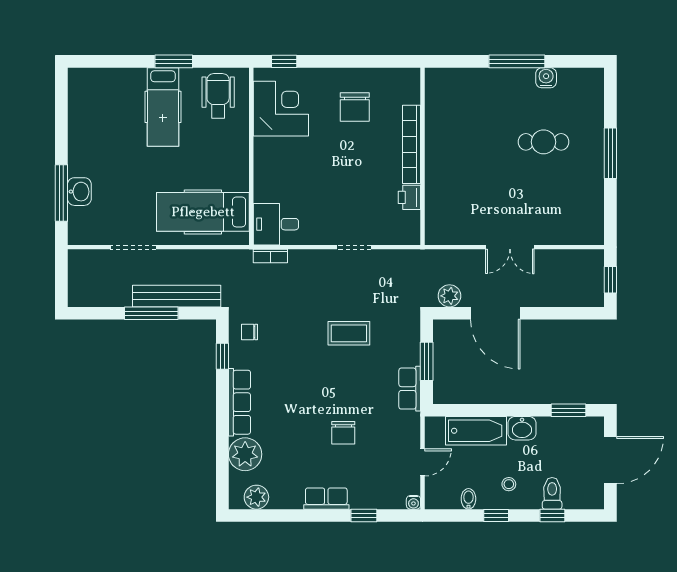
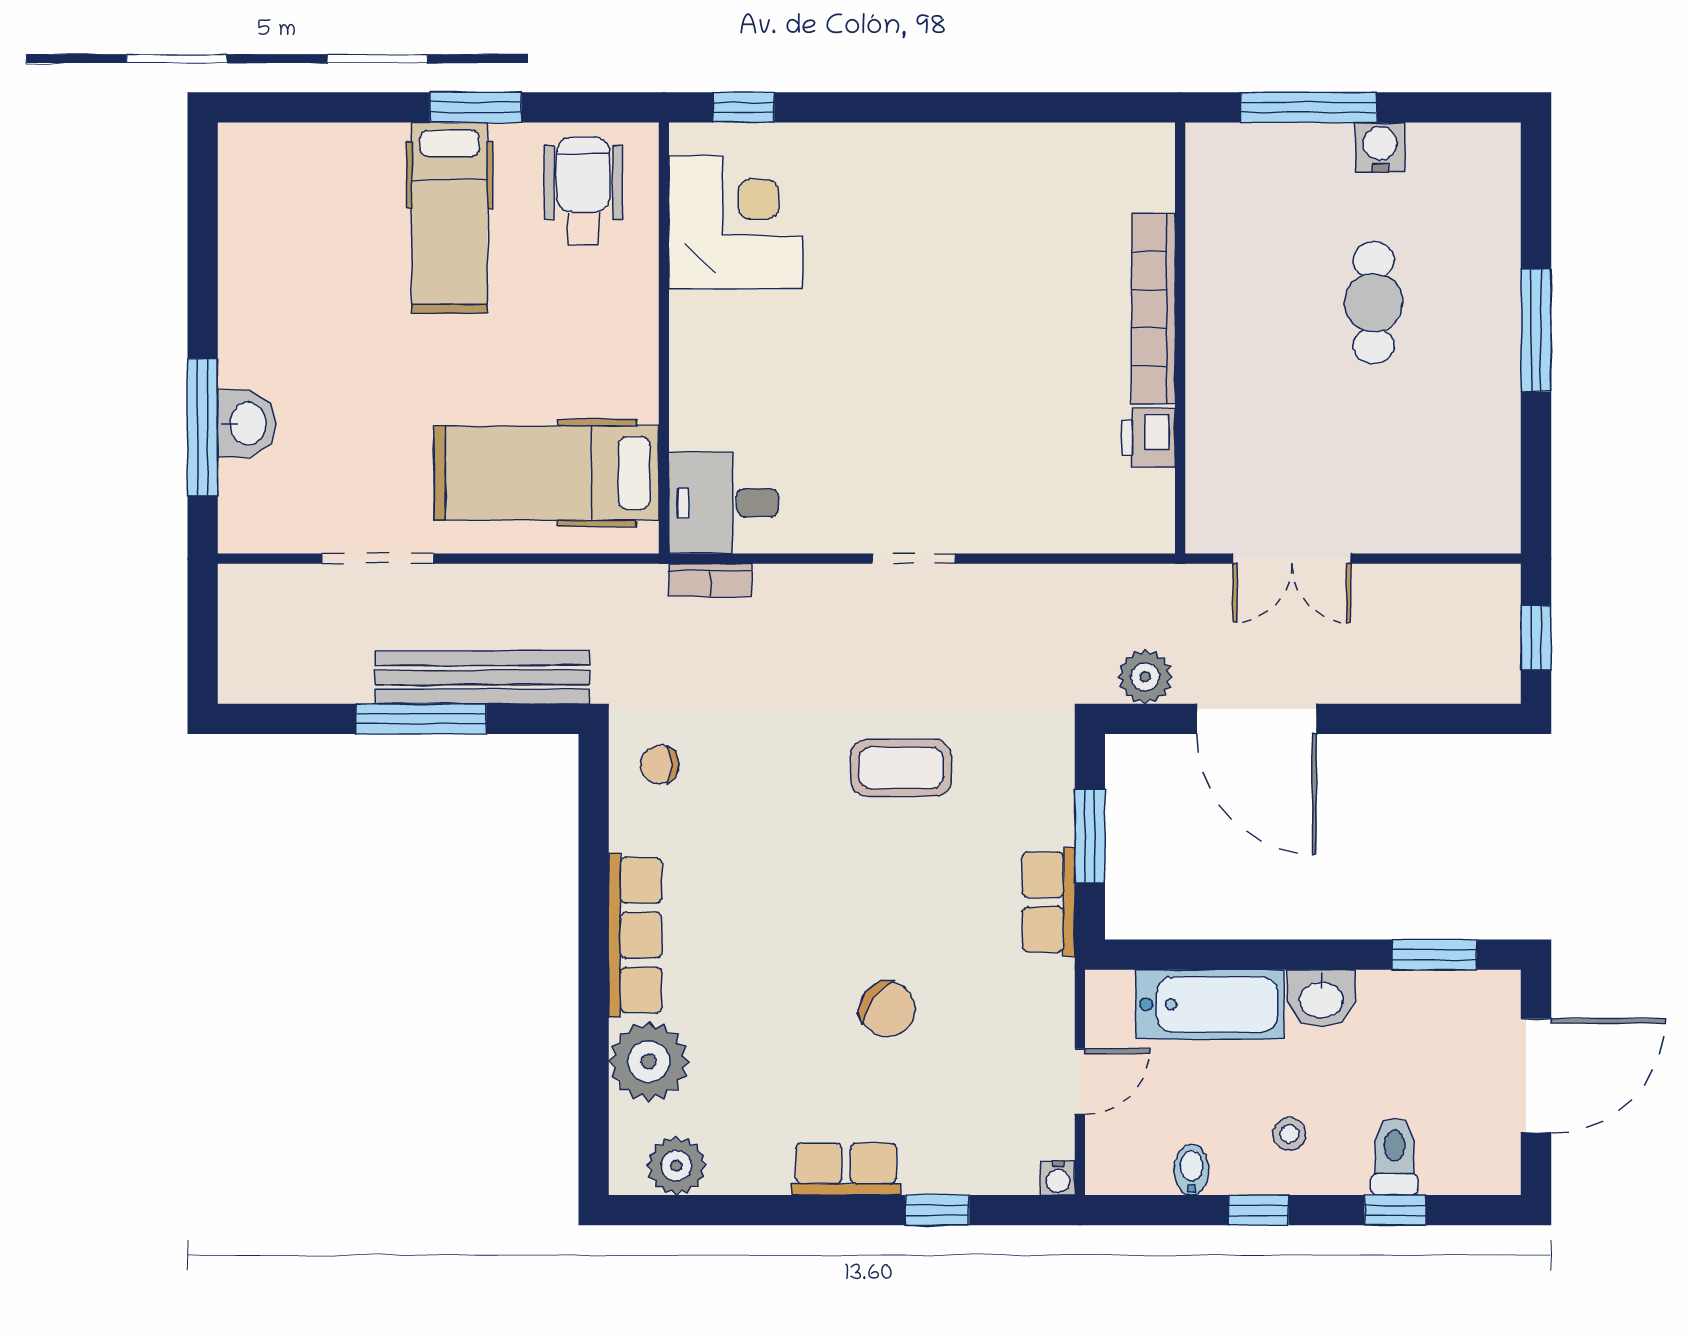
chair: (355, 107) -> (915, 218), removed
cafe table: (544, 142) -> (1374, 303), turned 90
bookcase: (412, 144) -> (1153, 309), moved
wall: (423, 156) -> (1180, 338), moved
printer: (409, 197) -> (1148, 438), moved
window: (222, 356) -> (594, 823), removed
chair: (343, 433) -> (887, 1009), turned -53

